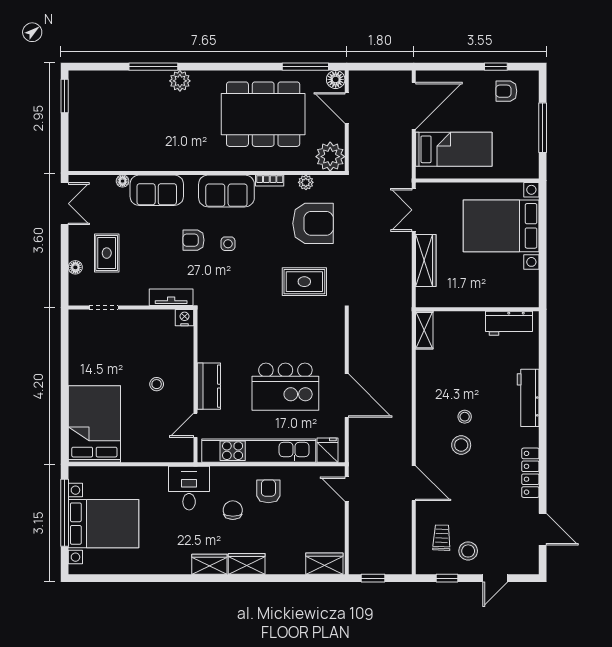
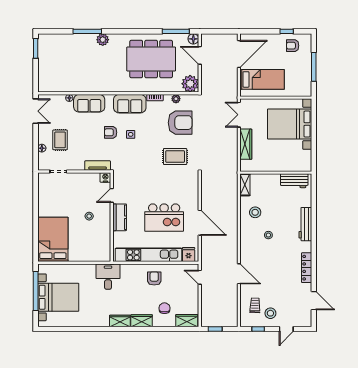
door: (195, 425) -> (112, 195), moved
stool: (461, 445) -> (255, 212), moved
chair: (233, 510) -> (164, 308), moved

